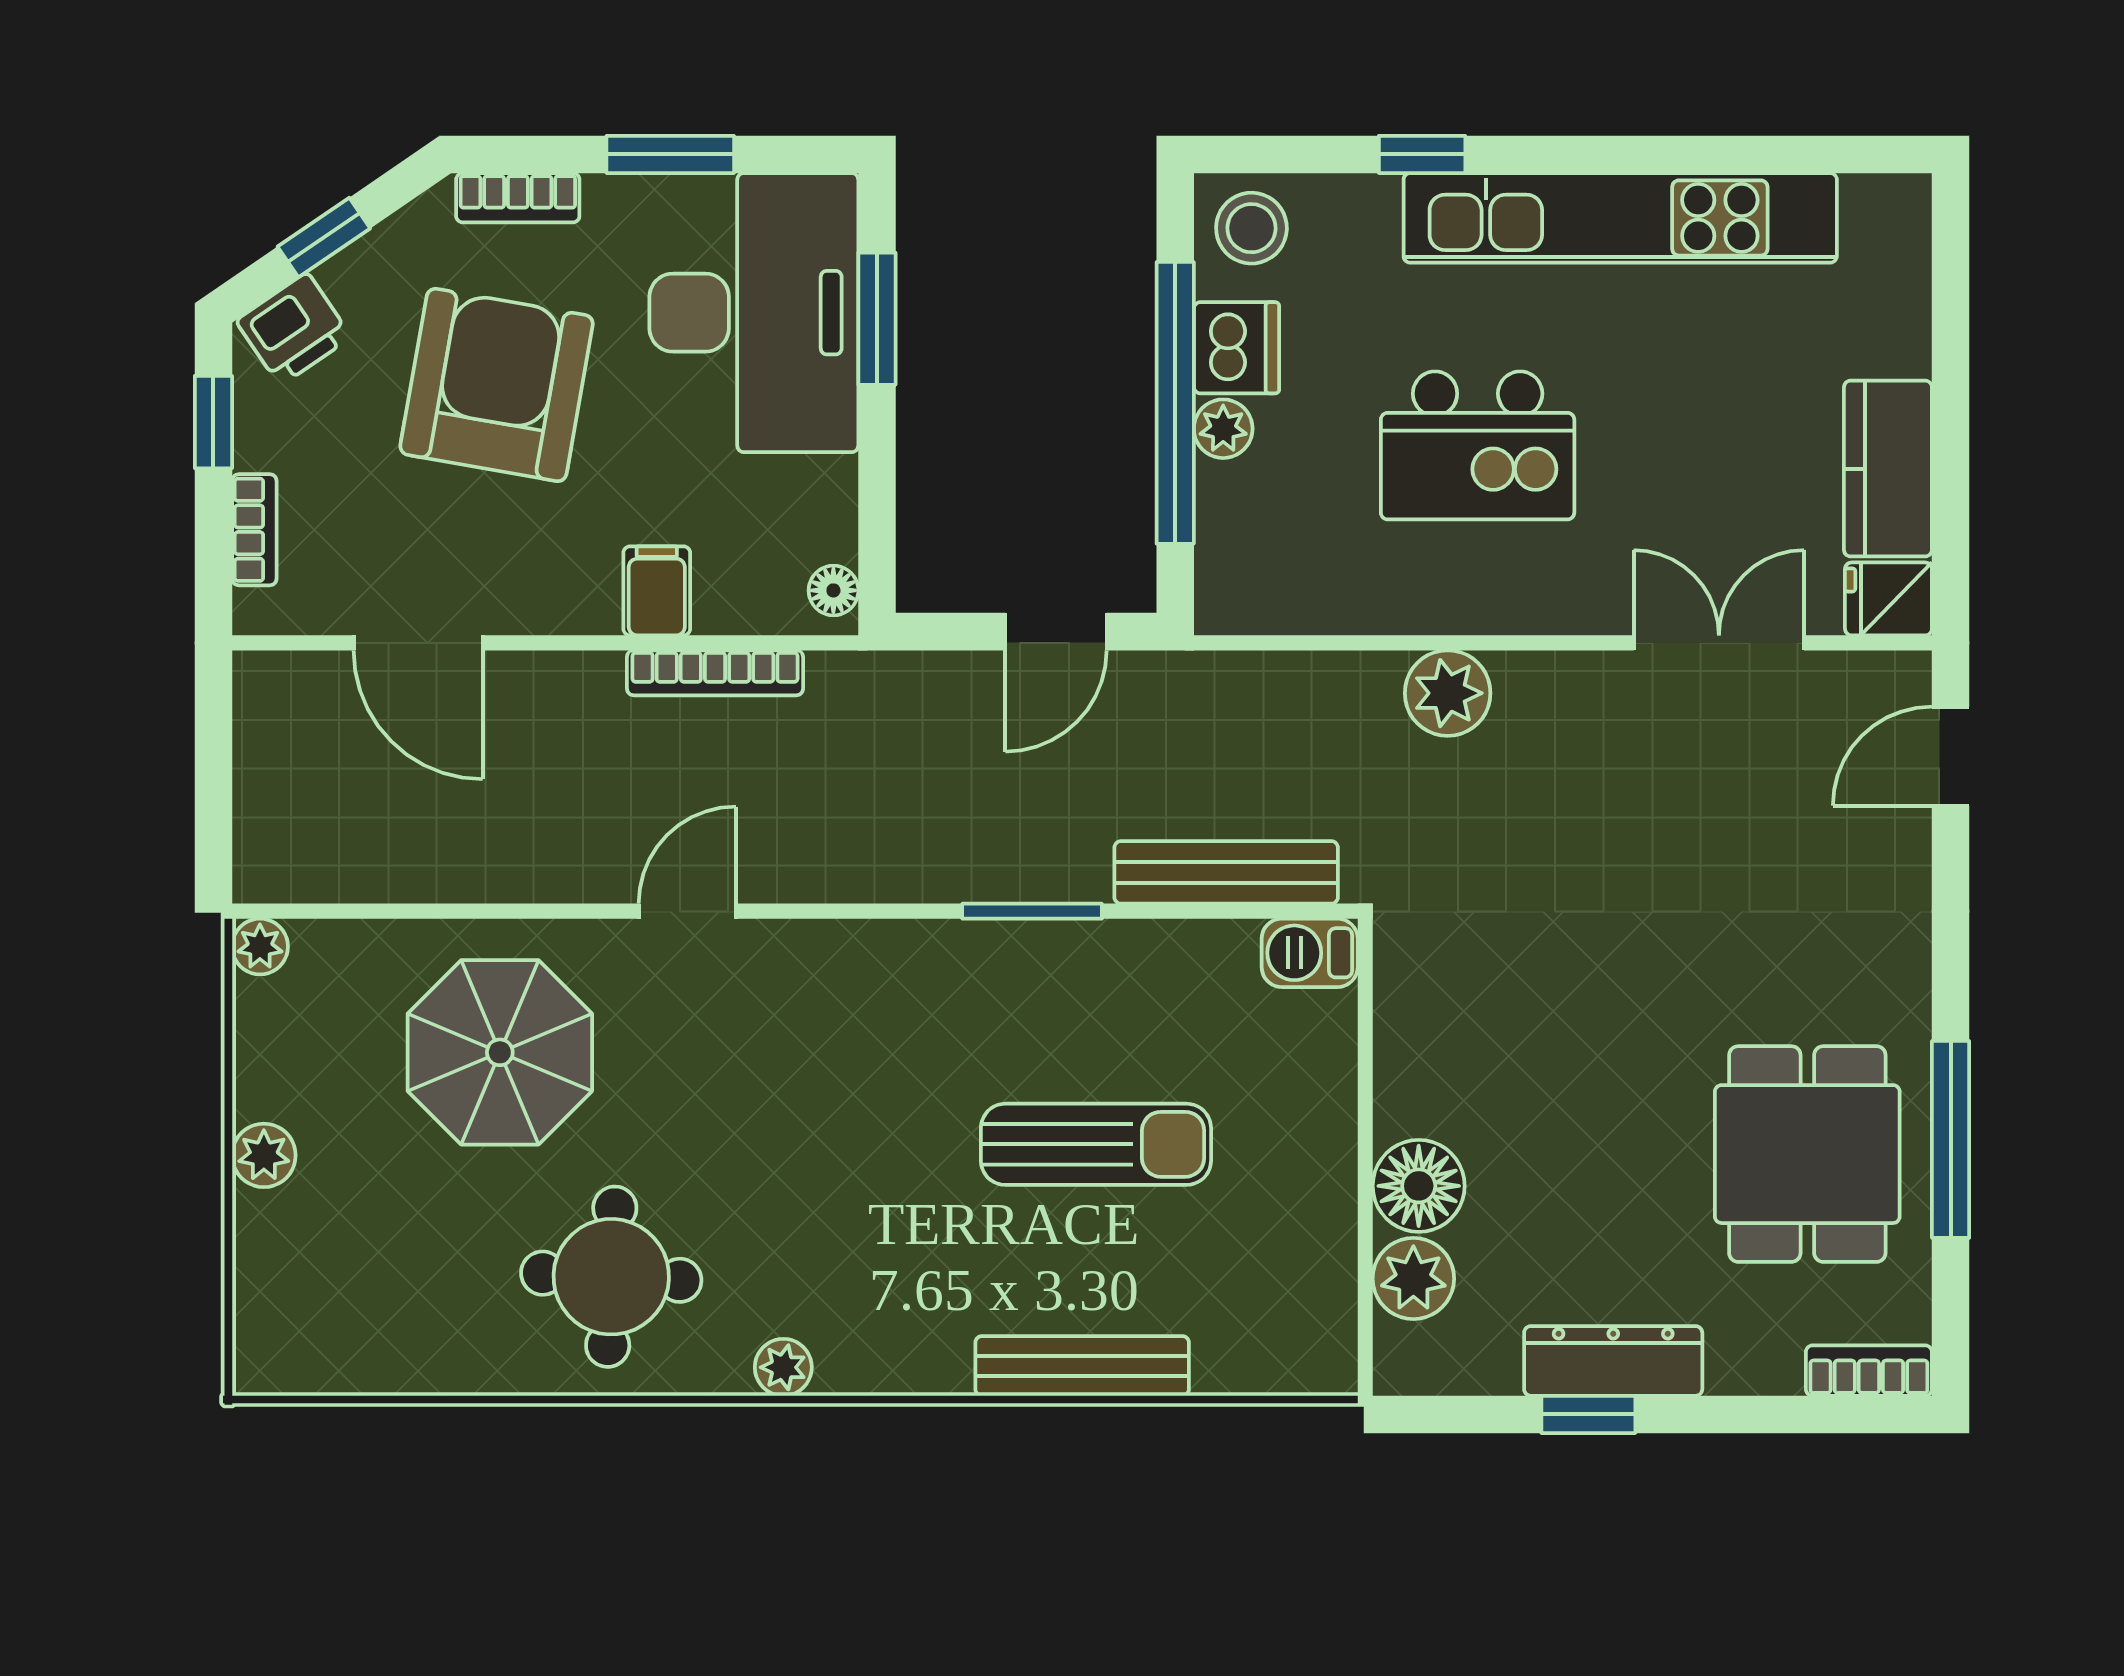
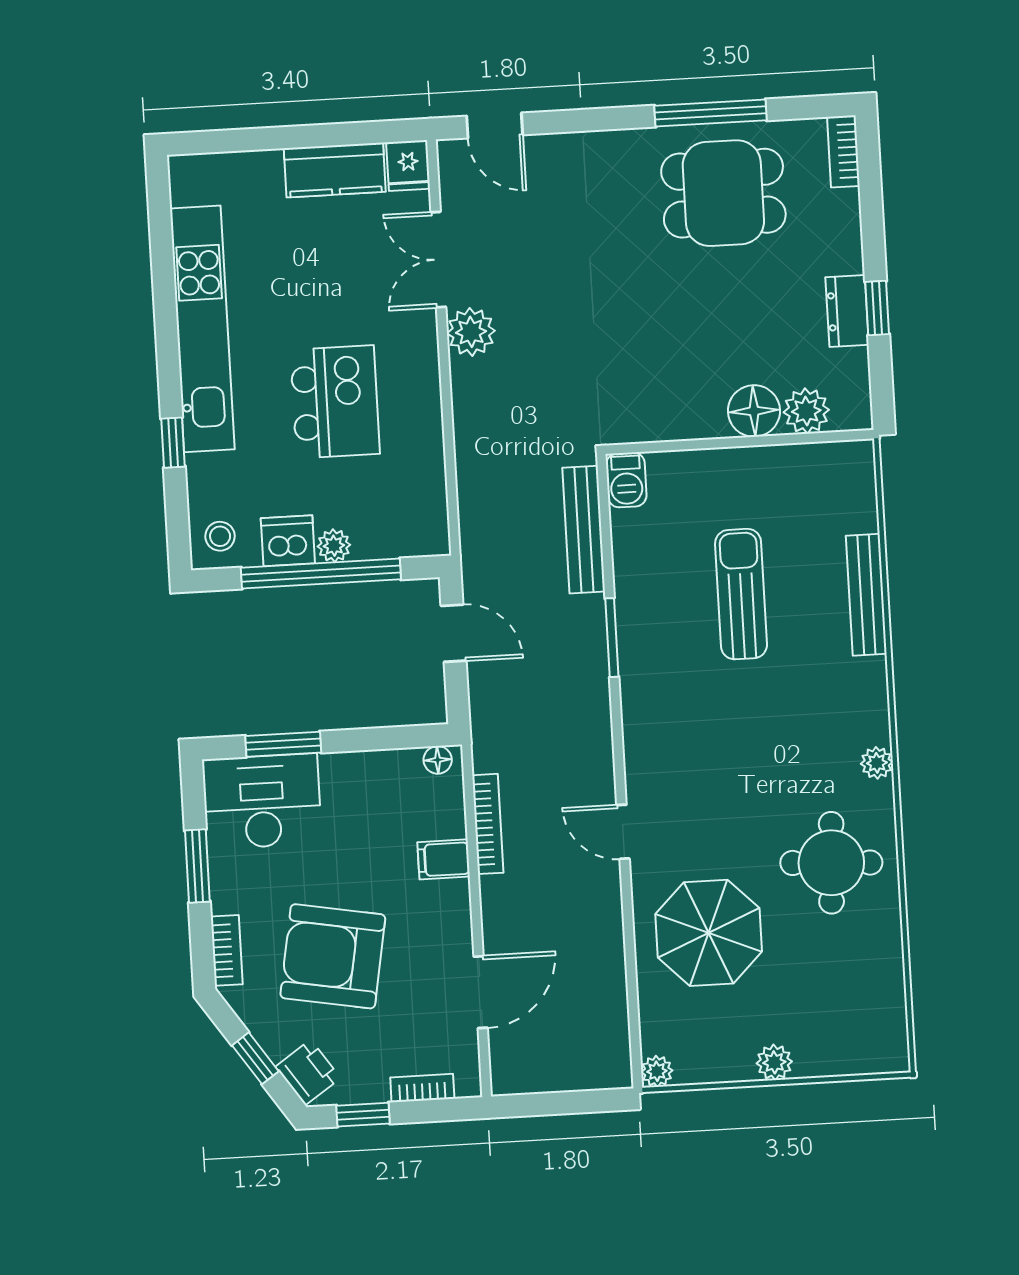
stool: (1251, 228) -> (220, 536), width x0.73, depth x0.73
desk: (754, 313) -> (262, 801), width x0.73, depth x0.77
plant: (1448, 693) -> (471, 332), moved
dresser: (1613, 1361) -> (847, 311), width x0.70

